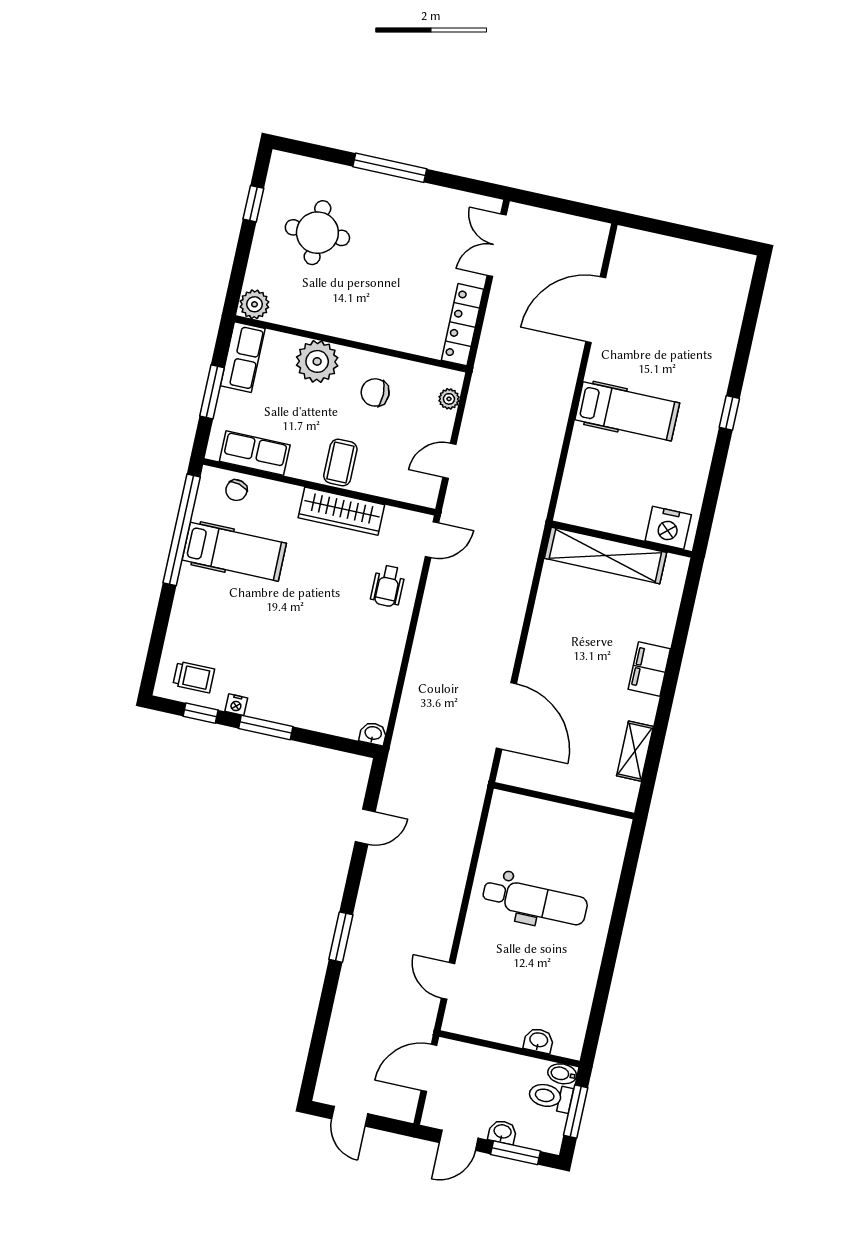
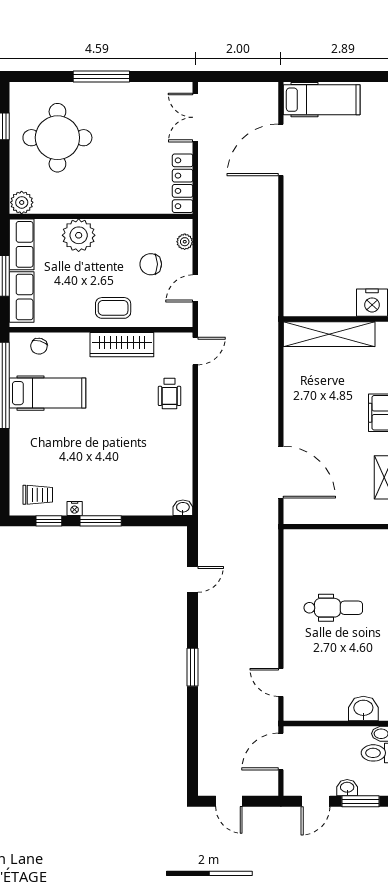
round table: (317, 233) -> (57, 138), width x1.36, depth x1.36
chair: (375, 392) -> (151, 264), moved
hospital bed: (627, 411) -> (322, 100), moved
row of seats: (255, 453) -> (22, 297), moved, turned 90
coffee table: (340, 462) -> (113, 308), turned 90
dental chair: (535, 901) -> (333, 608), width x0.73, depth x0.72
washbasin: (539, 1040) -> (363, 709), width x1.38, depth x1.45

